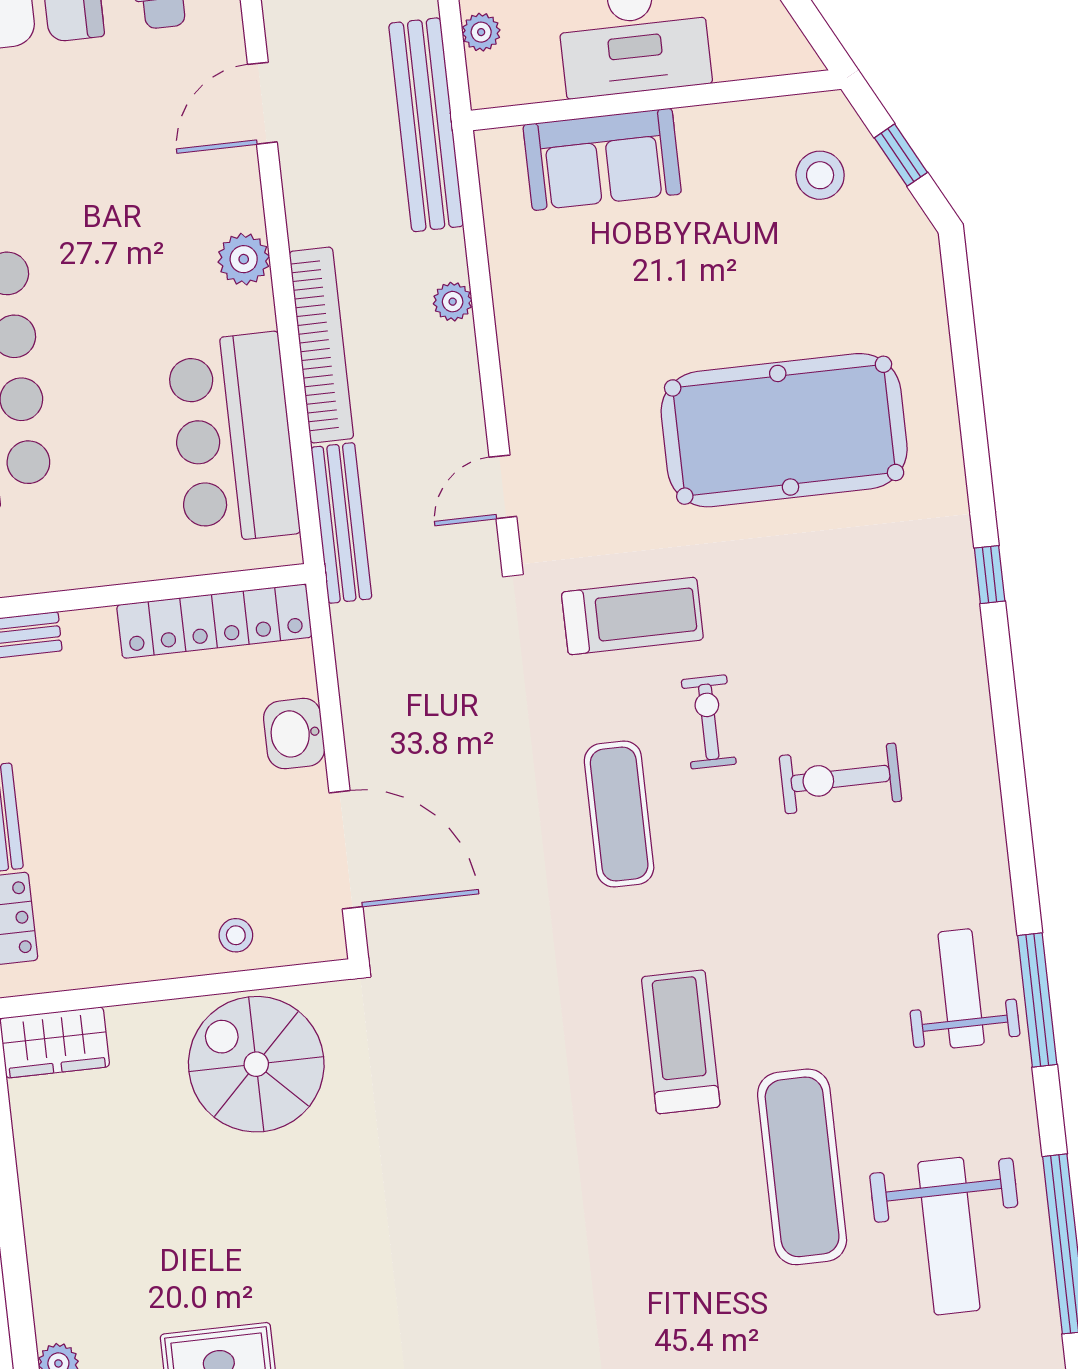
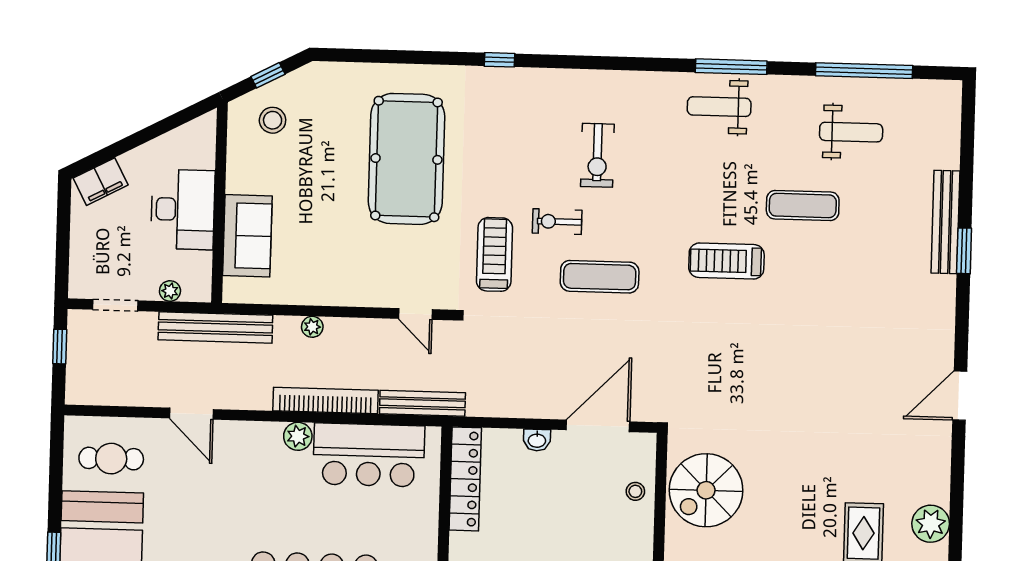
plant: (244, 259) -> (298, 436), moved
washbasin: (294, 734) -> (537, 440), width x0.72, depth x0.69
exercise mat: (802, 1167) -> (803, 206), width x0.73, depth x0.69
weight bench: (949, 1236) -> (851, 132), width x0.73, depth x0.75

